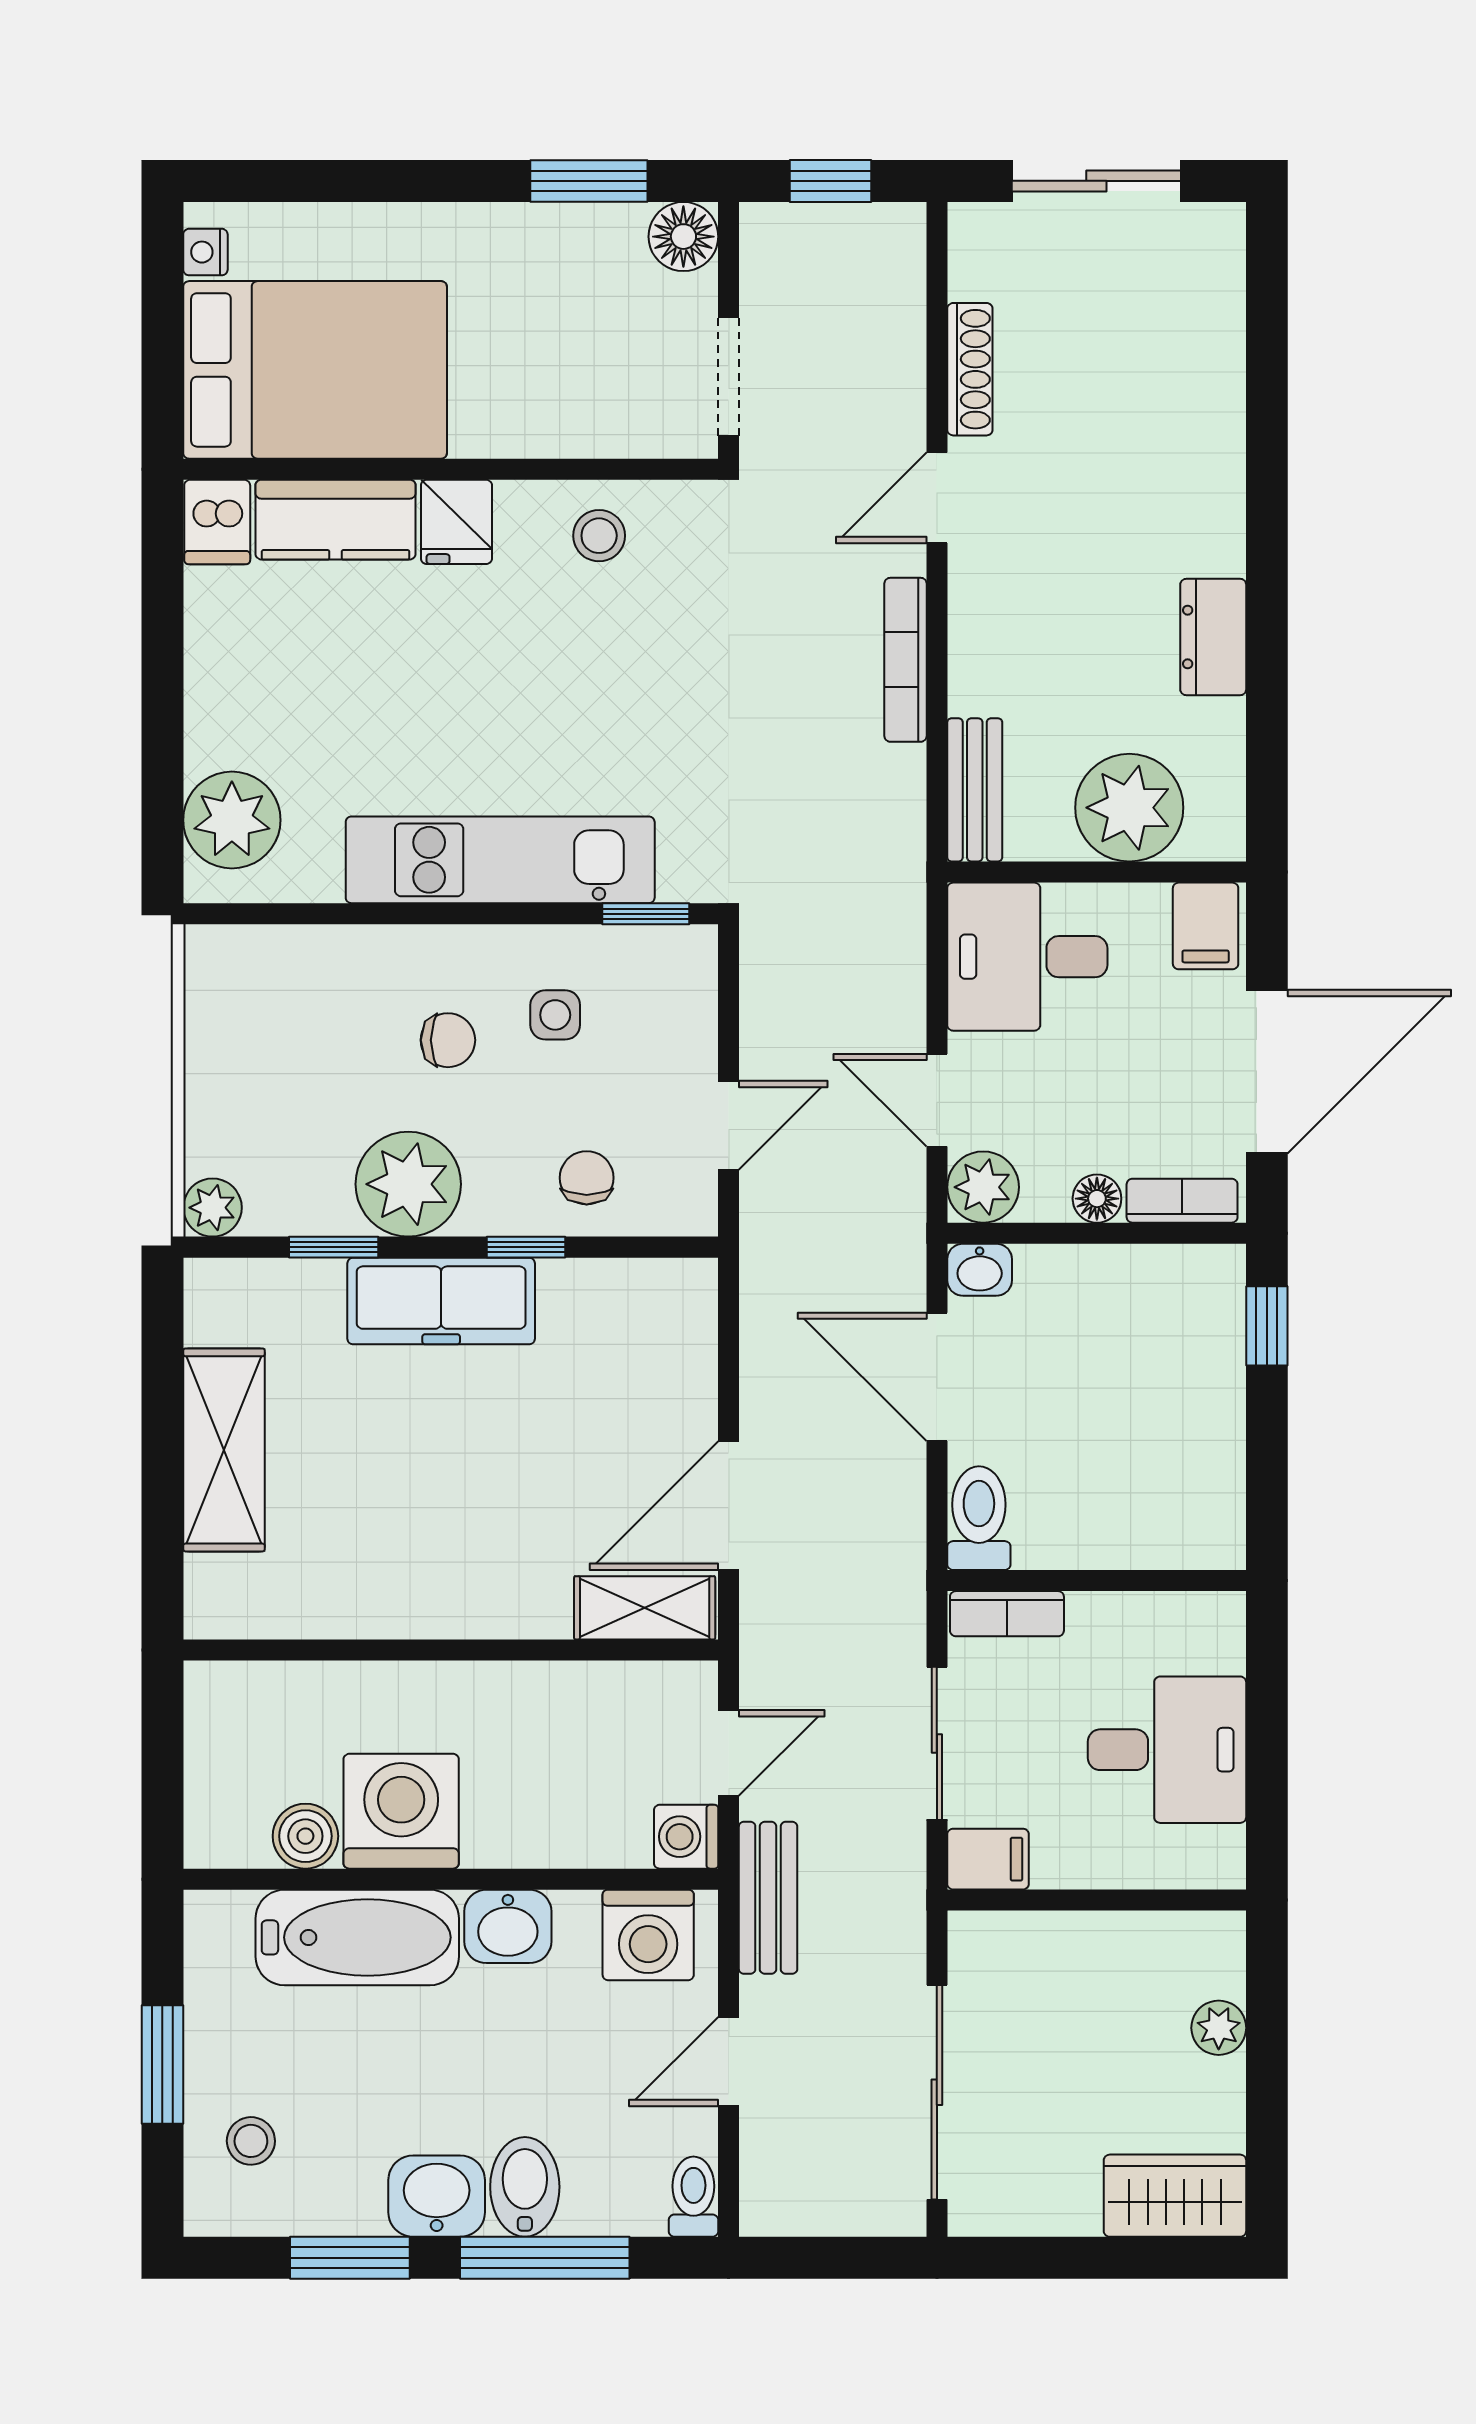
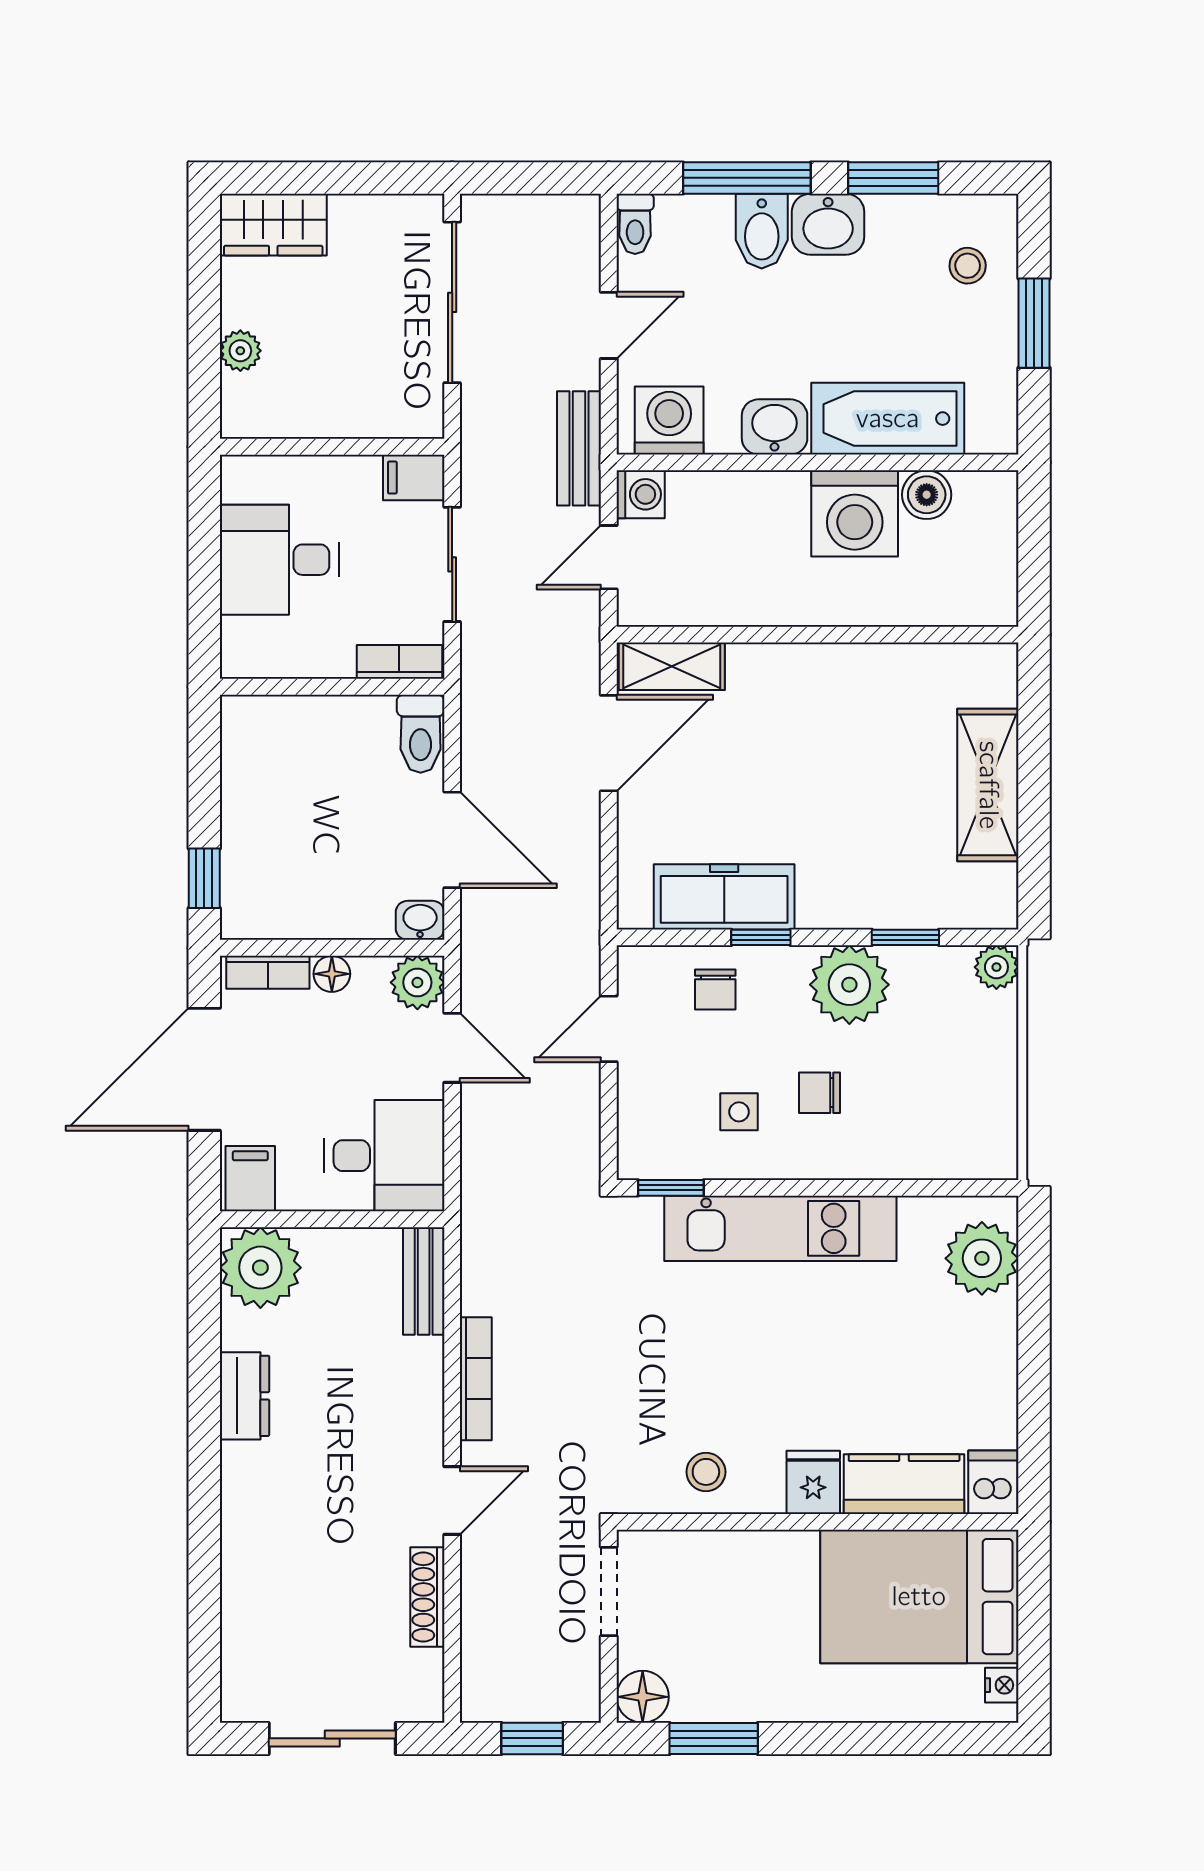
plant: (1129, 808) -> (260, 1268), moved
freezer: (441, 1301) -> (724, 897), moved

